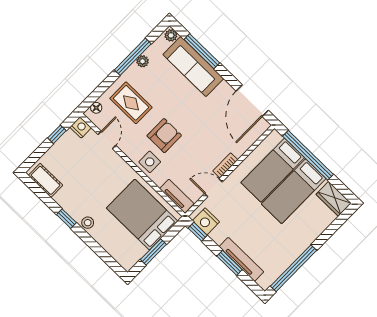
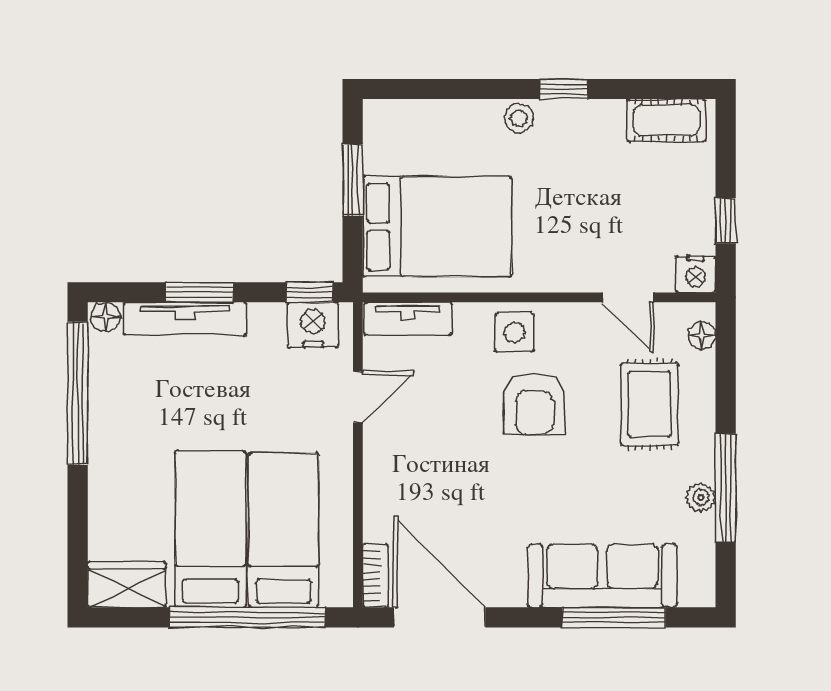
plant: (171, 35) -> (695, 592), removed
rug: (131, 103) -> (649, 404), turned 90
bookcase: (225, 165) -> (375, 576), moved
floor lamp: (264, 282) -> (106, 317), added

